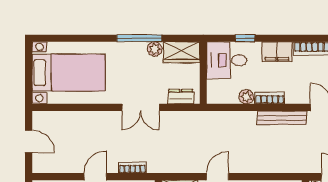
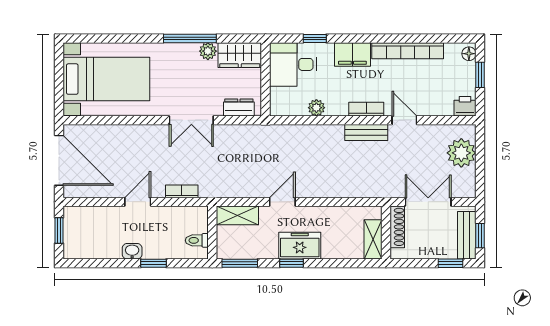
bookcase: (270, 98) -> (366, 109), moved
bench: (282, 118) -> (366, 132), width x0.73
door: (29, 141) -> (59, 160), width x1.87

